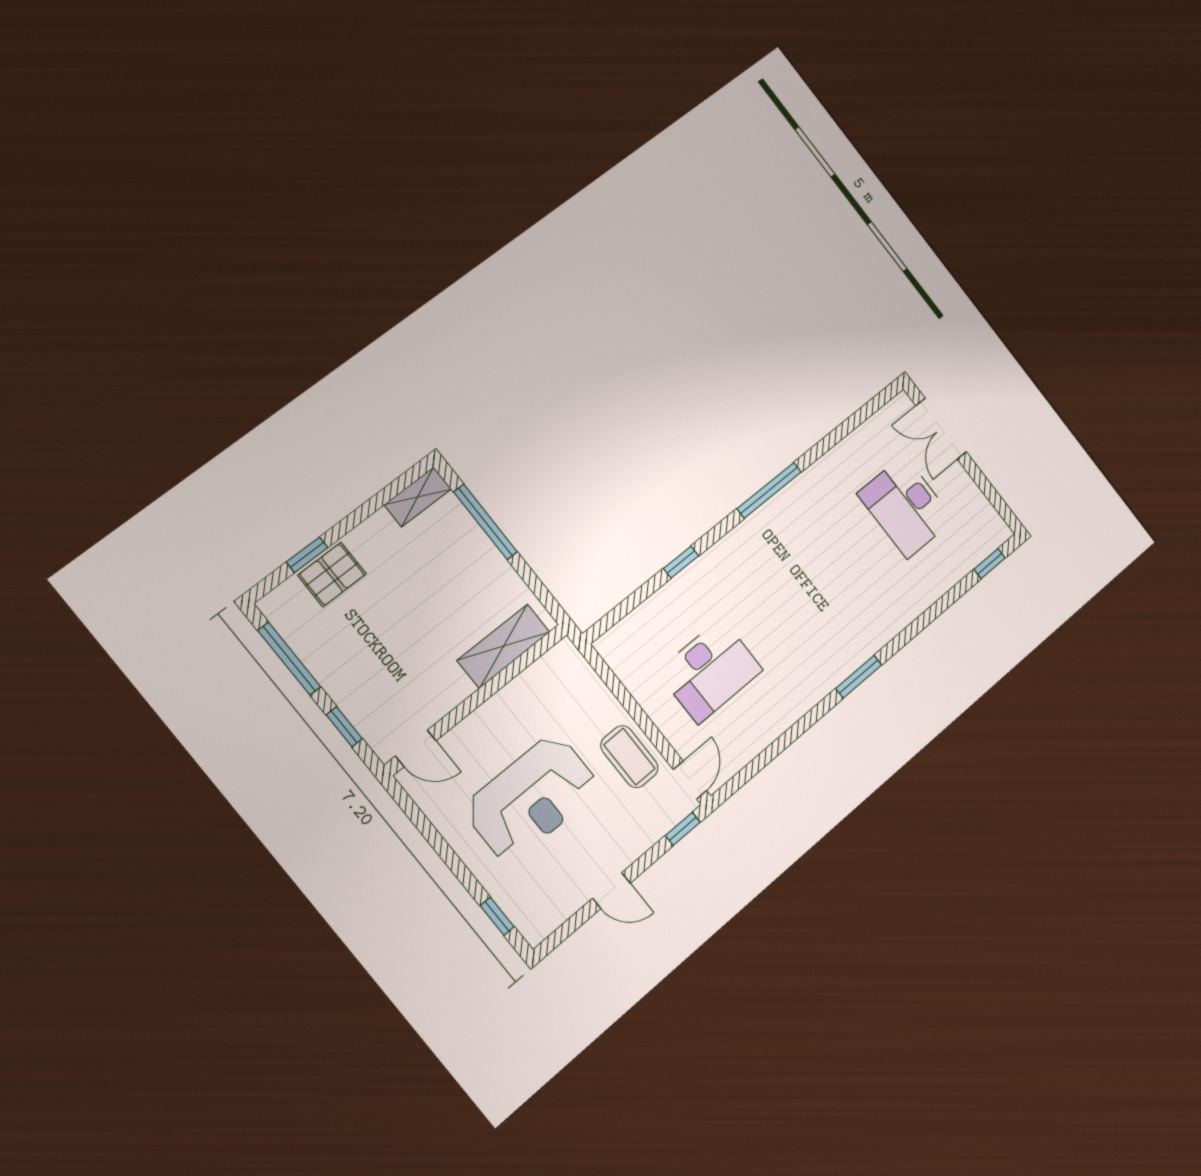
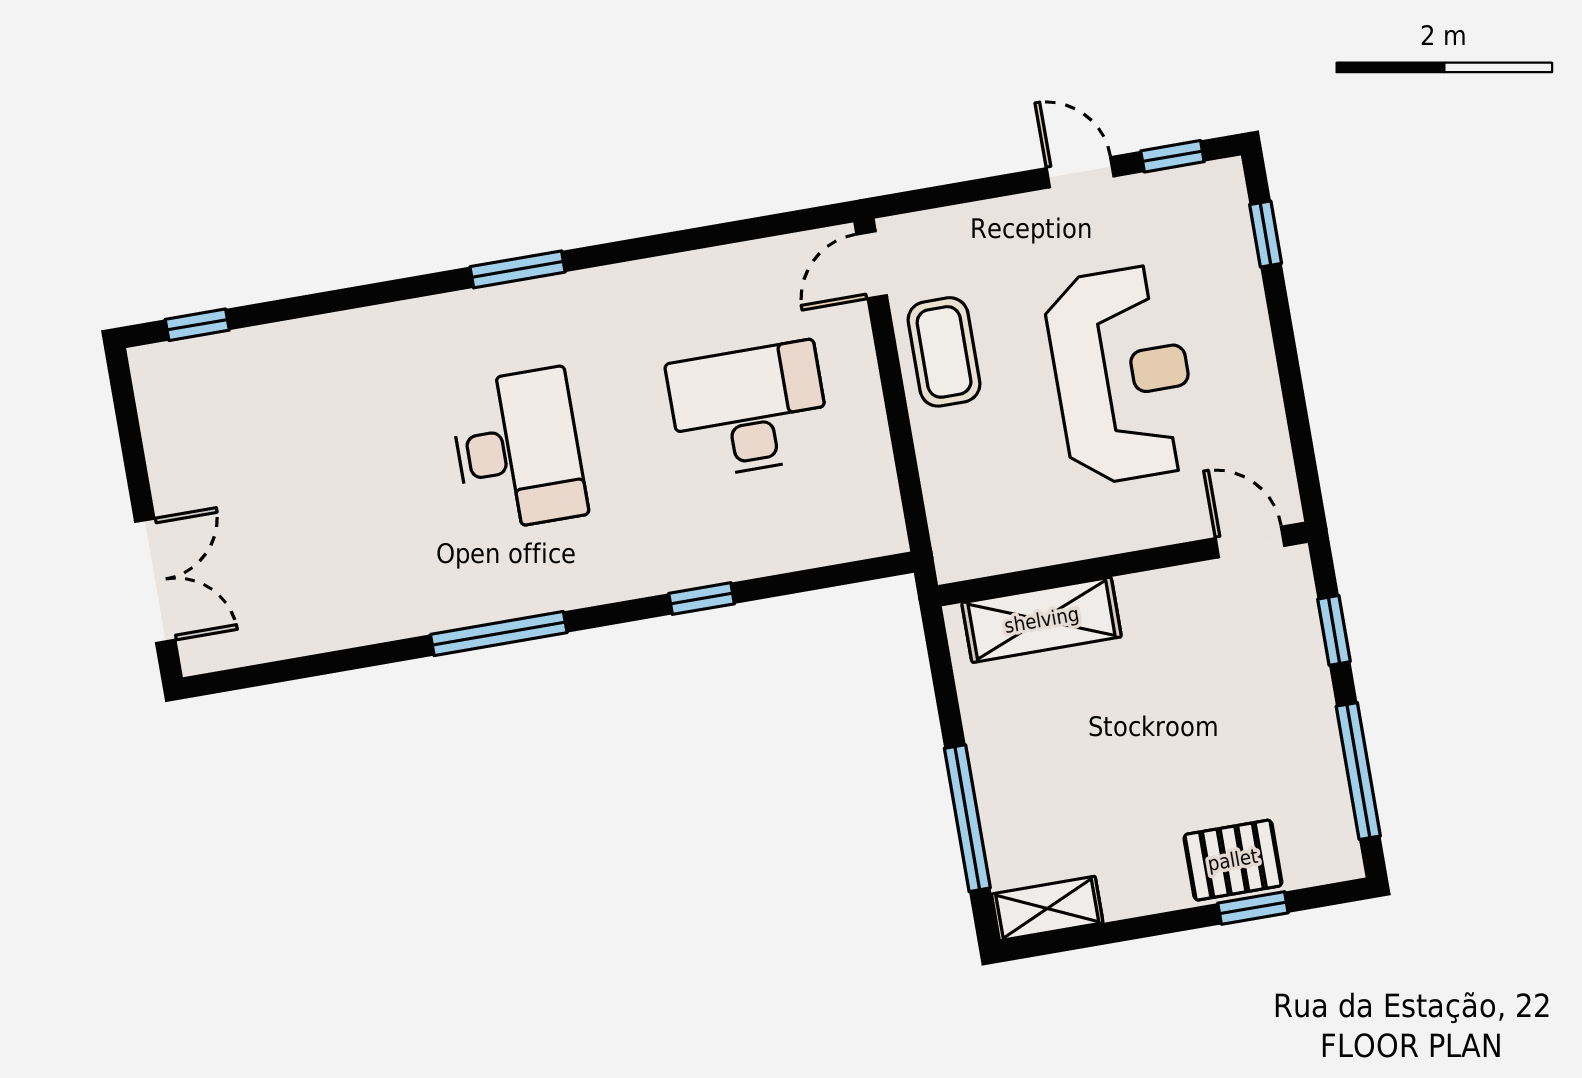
desk: (906, 507) -> (518, 450), moved
reception desk: (532, 798) -> (1122, 375), turned 90
window: (683, 829) -> (1172, 156), moved

